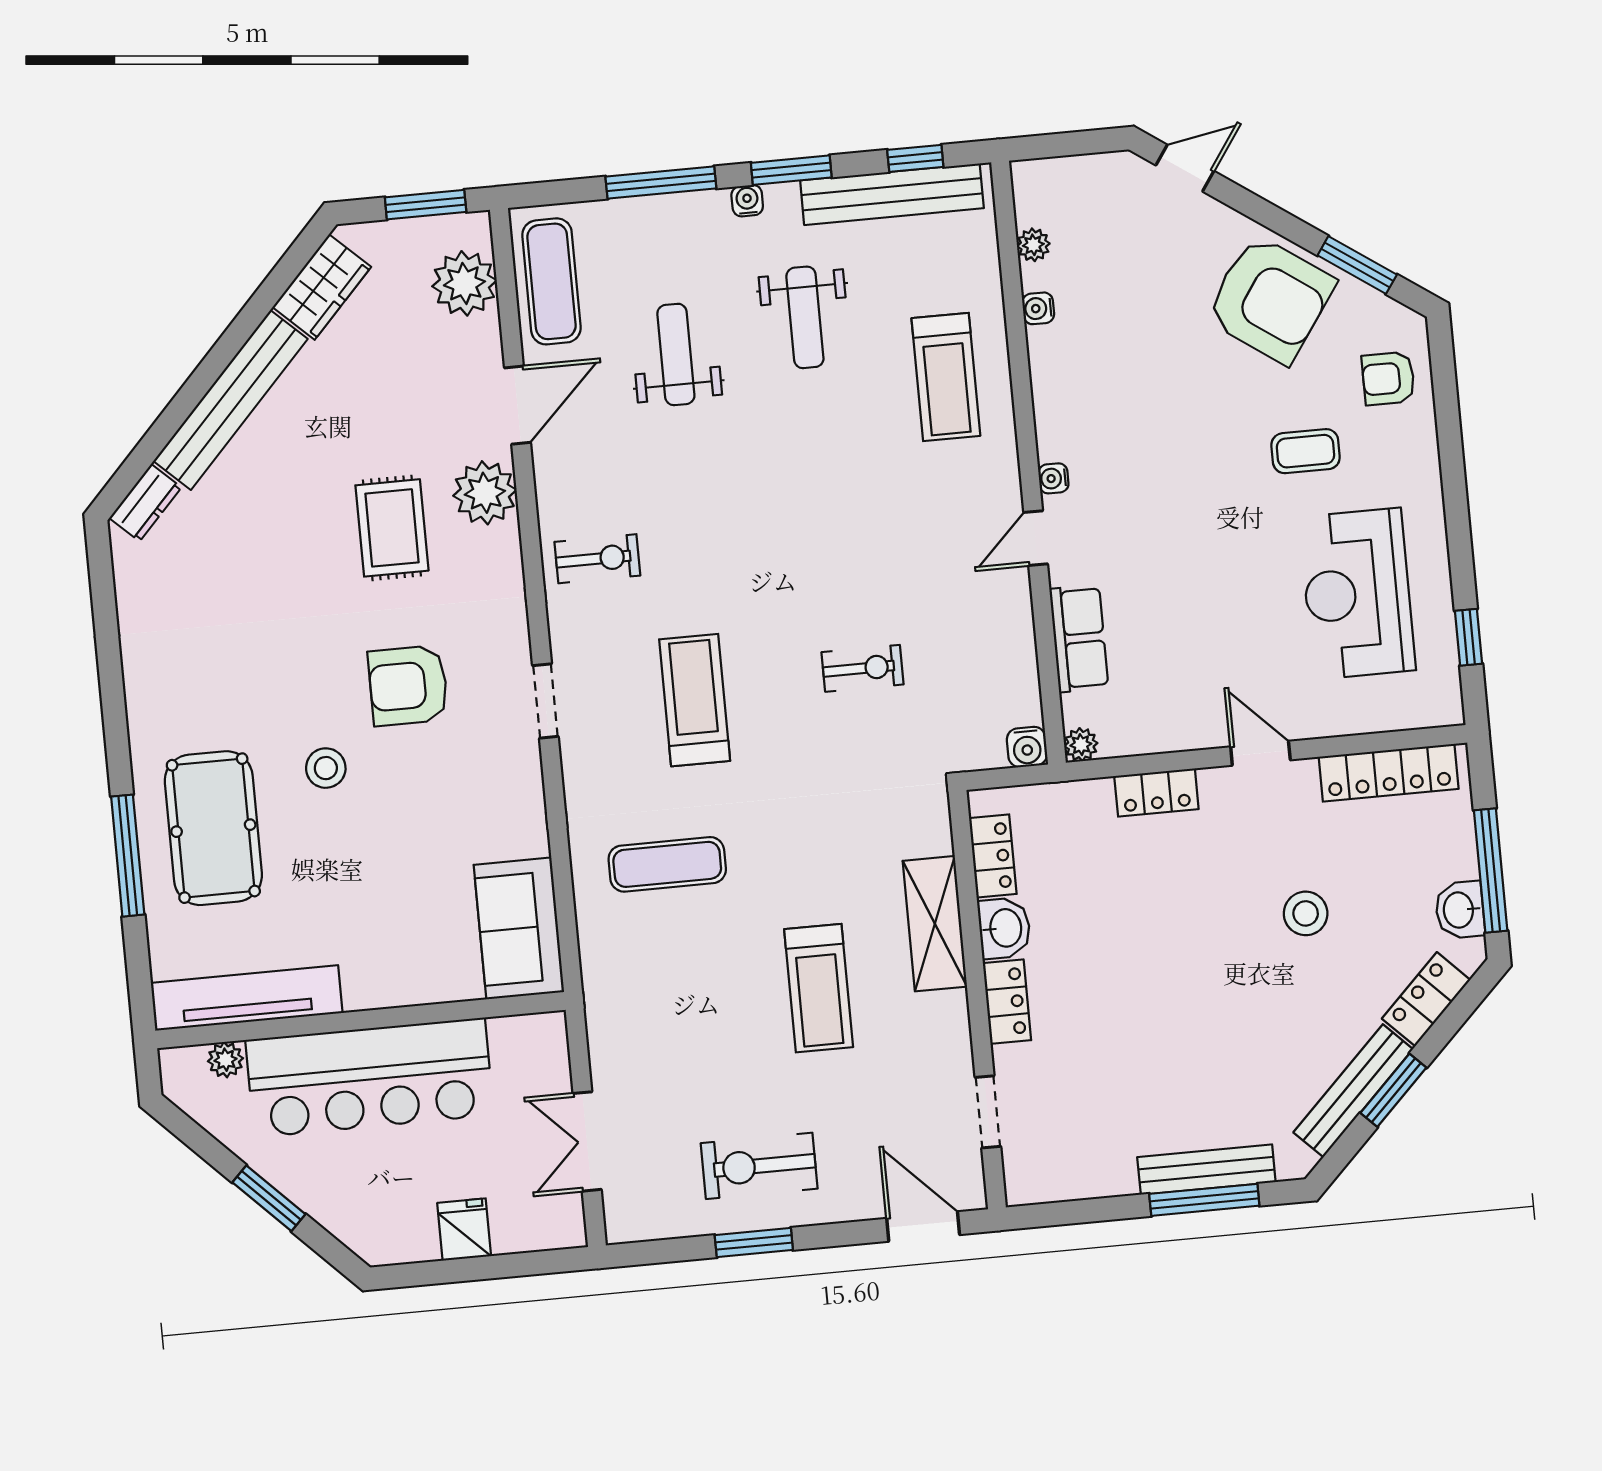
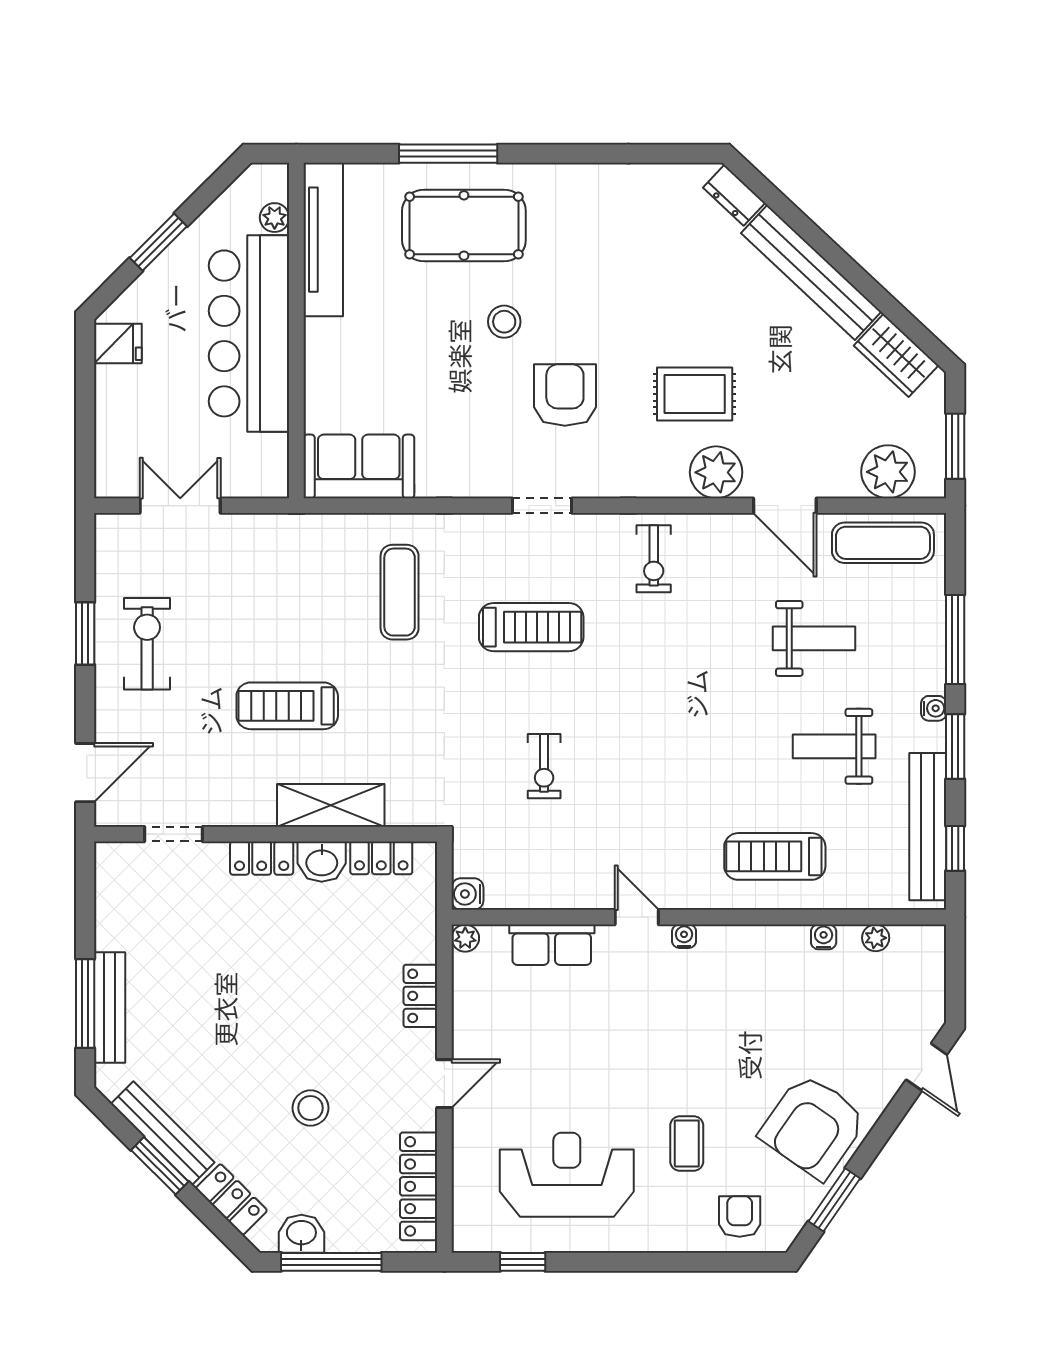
fridge: (464, 1230) -> (118, 343), moved

